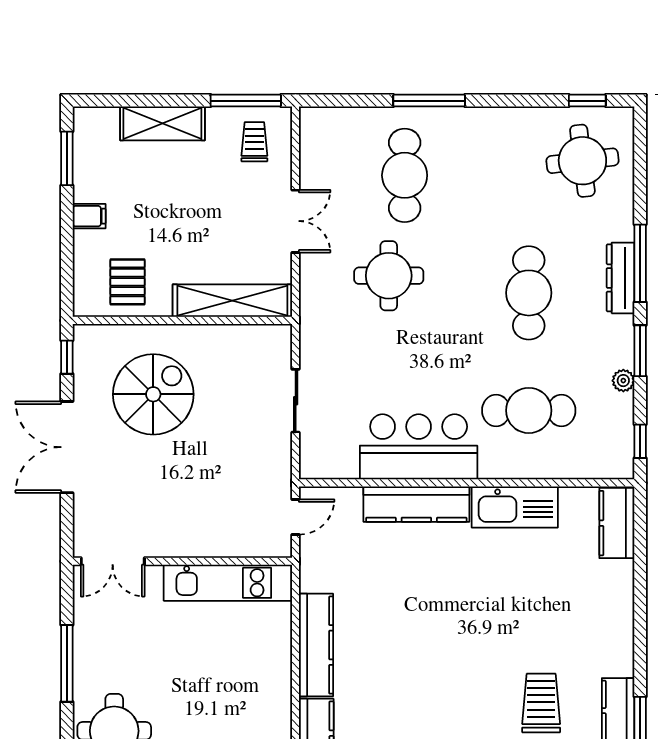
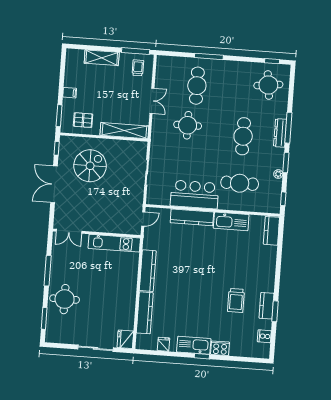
window: (67, 158) -> (59, 116), moved
pallet: (128, 282) -> (83, 120), turned 90
trolley: (541, 703) -> (236, 300), turned 180

